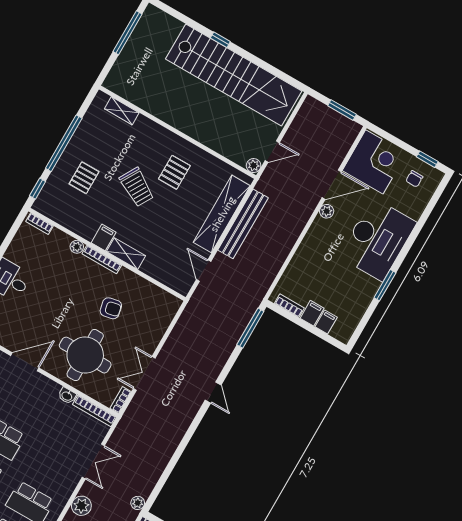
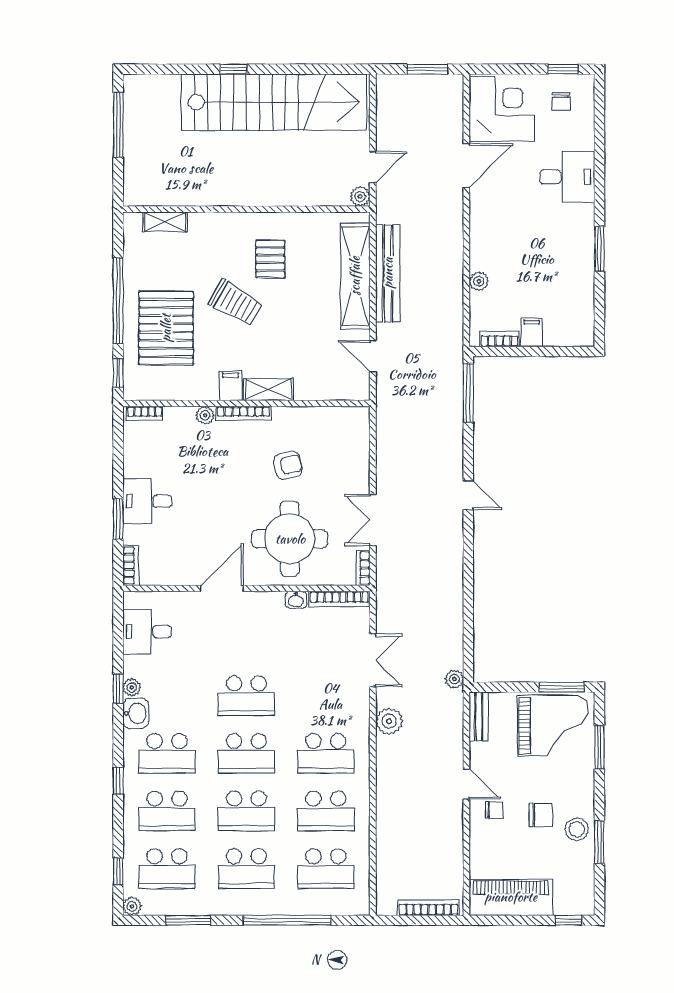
pallet: (84, 178) -> (166, 328), width x2.05, depth x2.00
plant: (327, 211) -> (479, 281), moved
desk: (378, 239) -> (567, 177), width x0.53, depth x0.77
filing cabinet: (326, 322) -> (554, 333), removed

